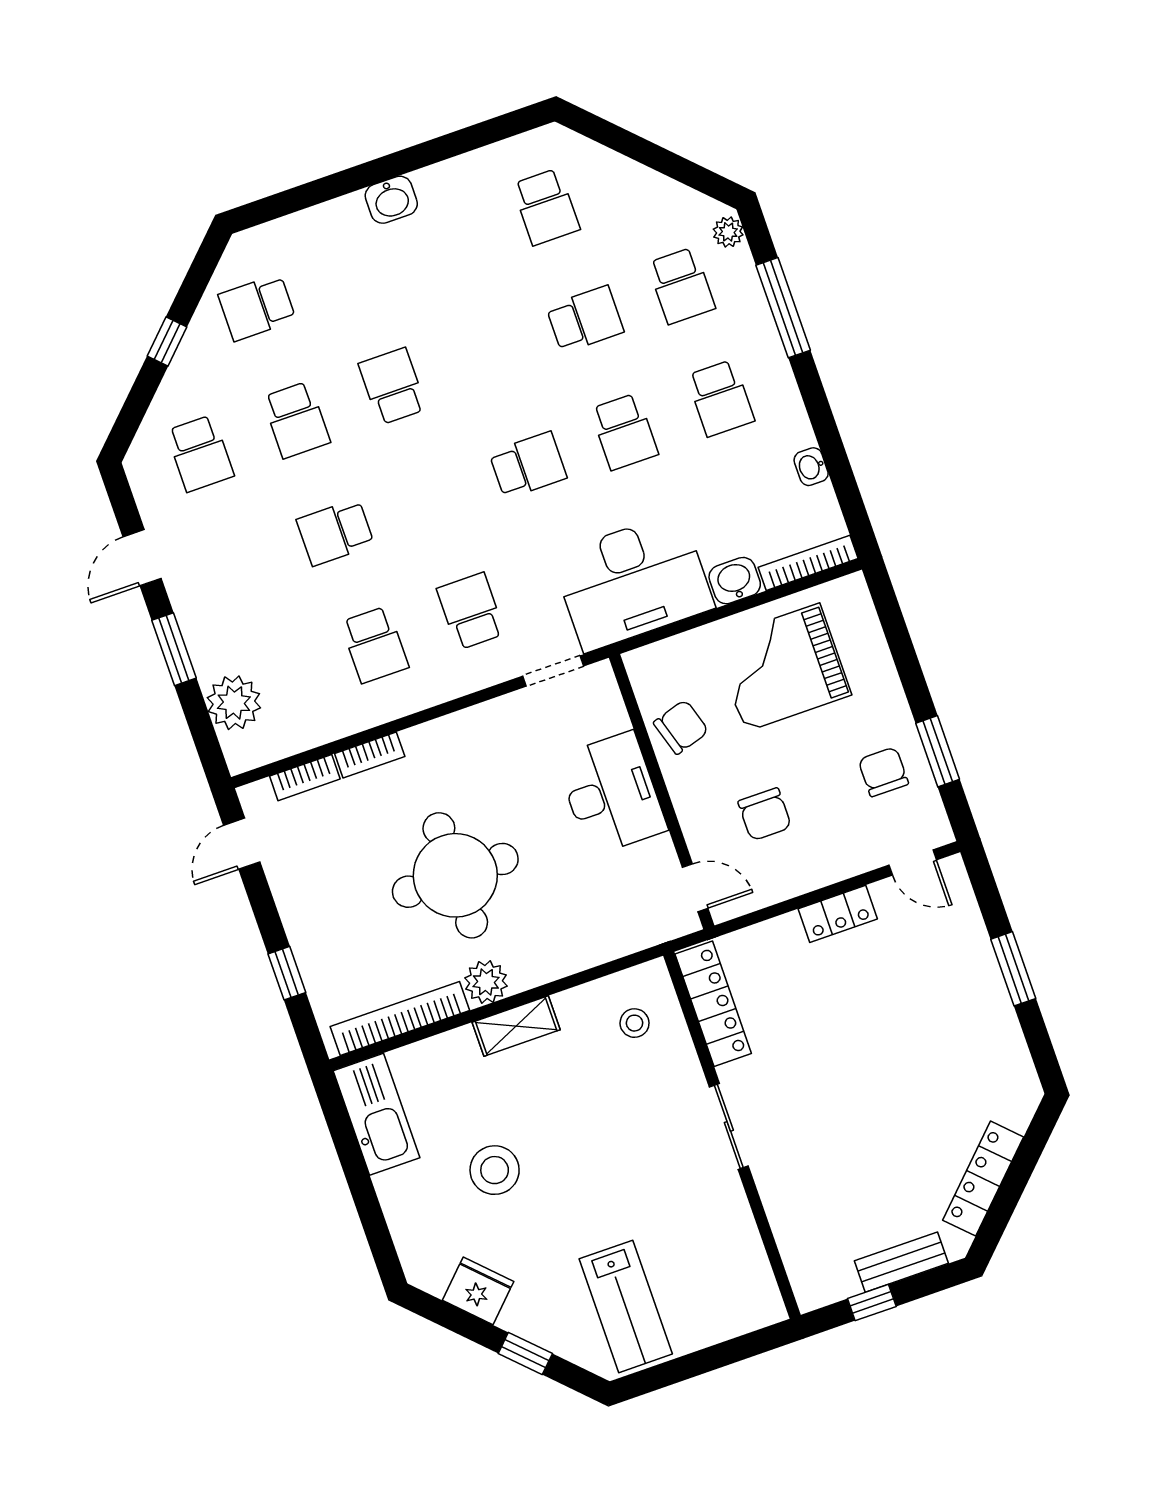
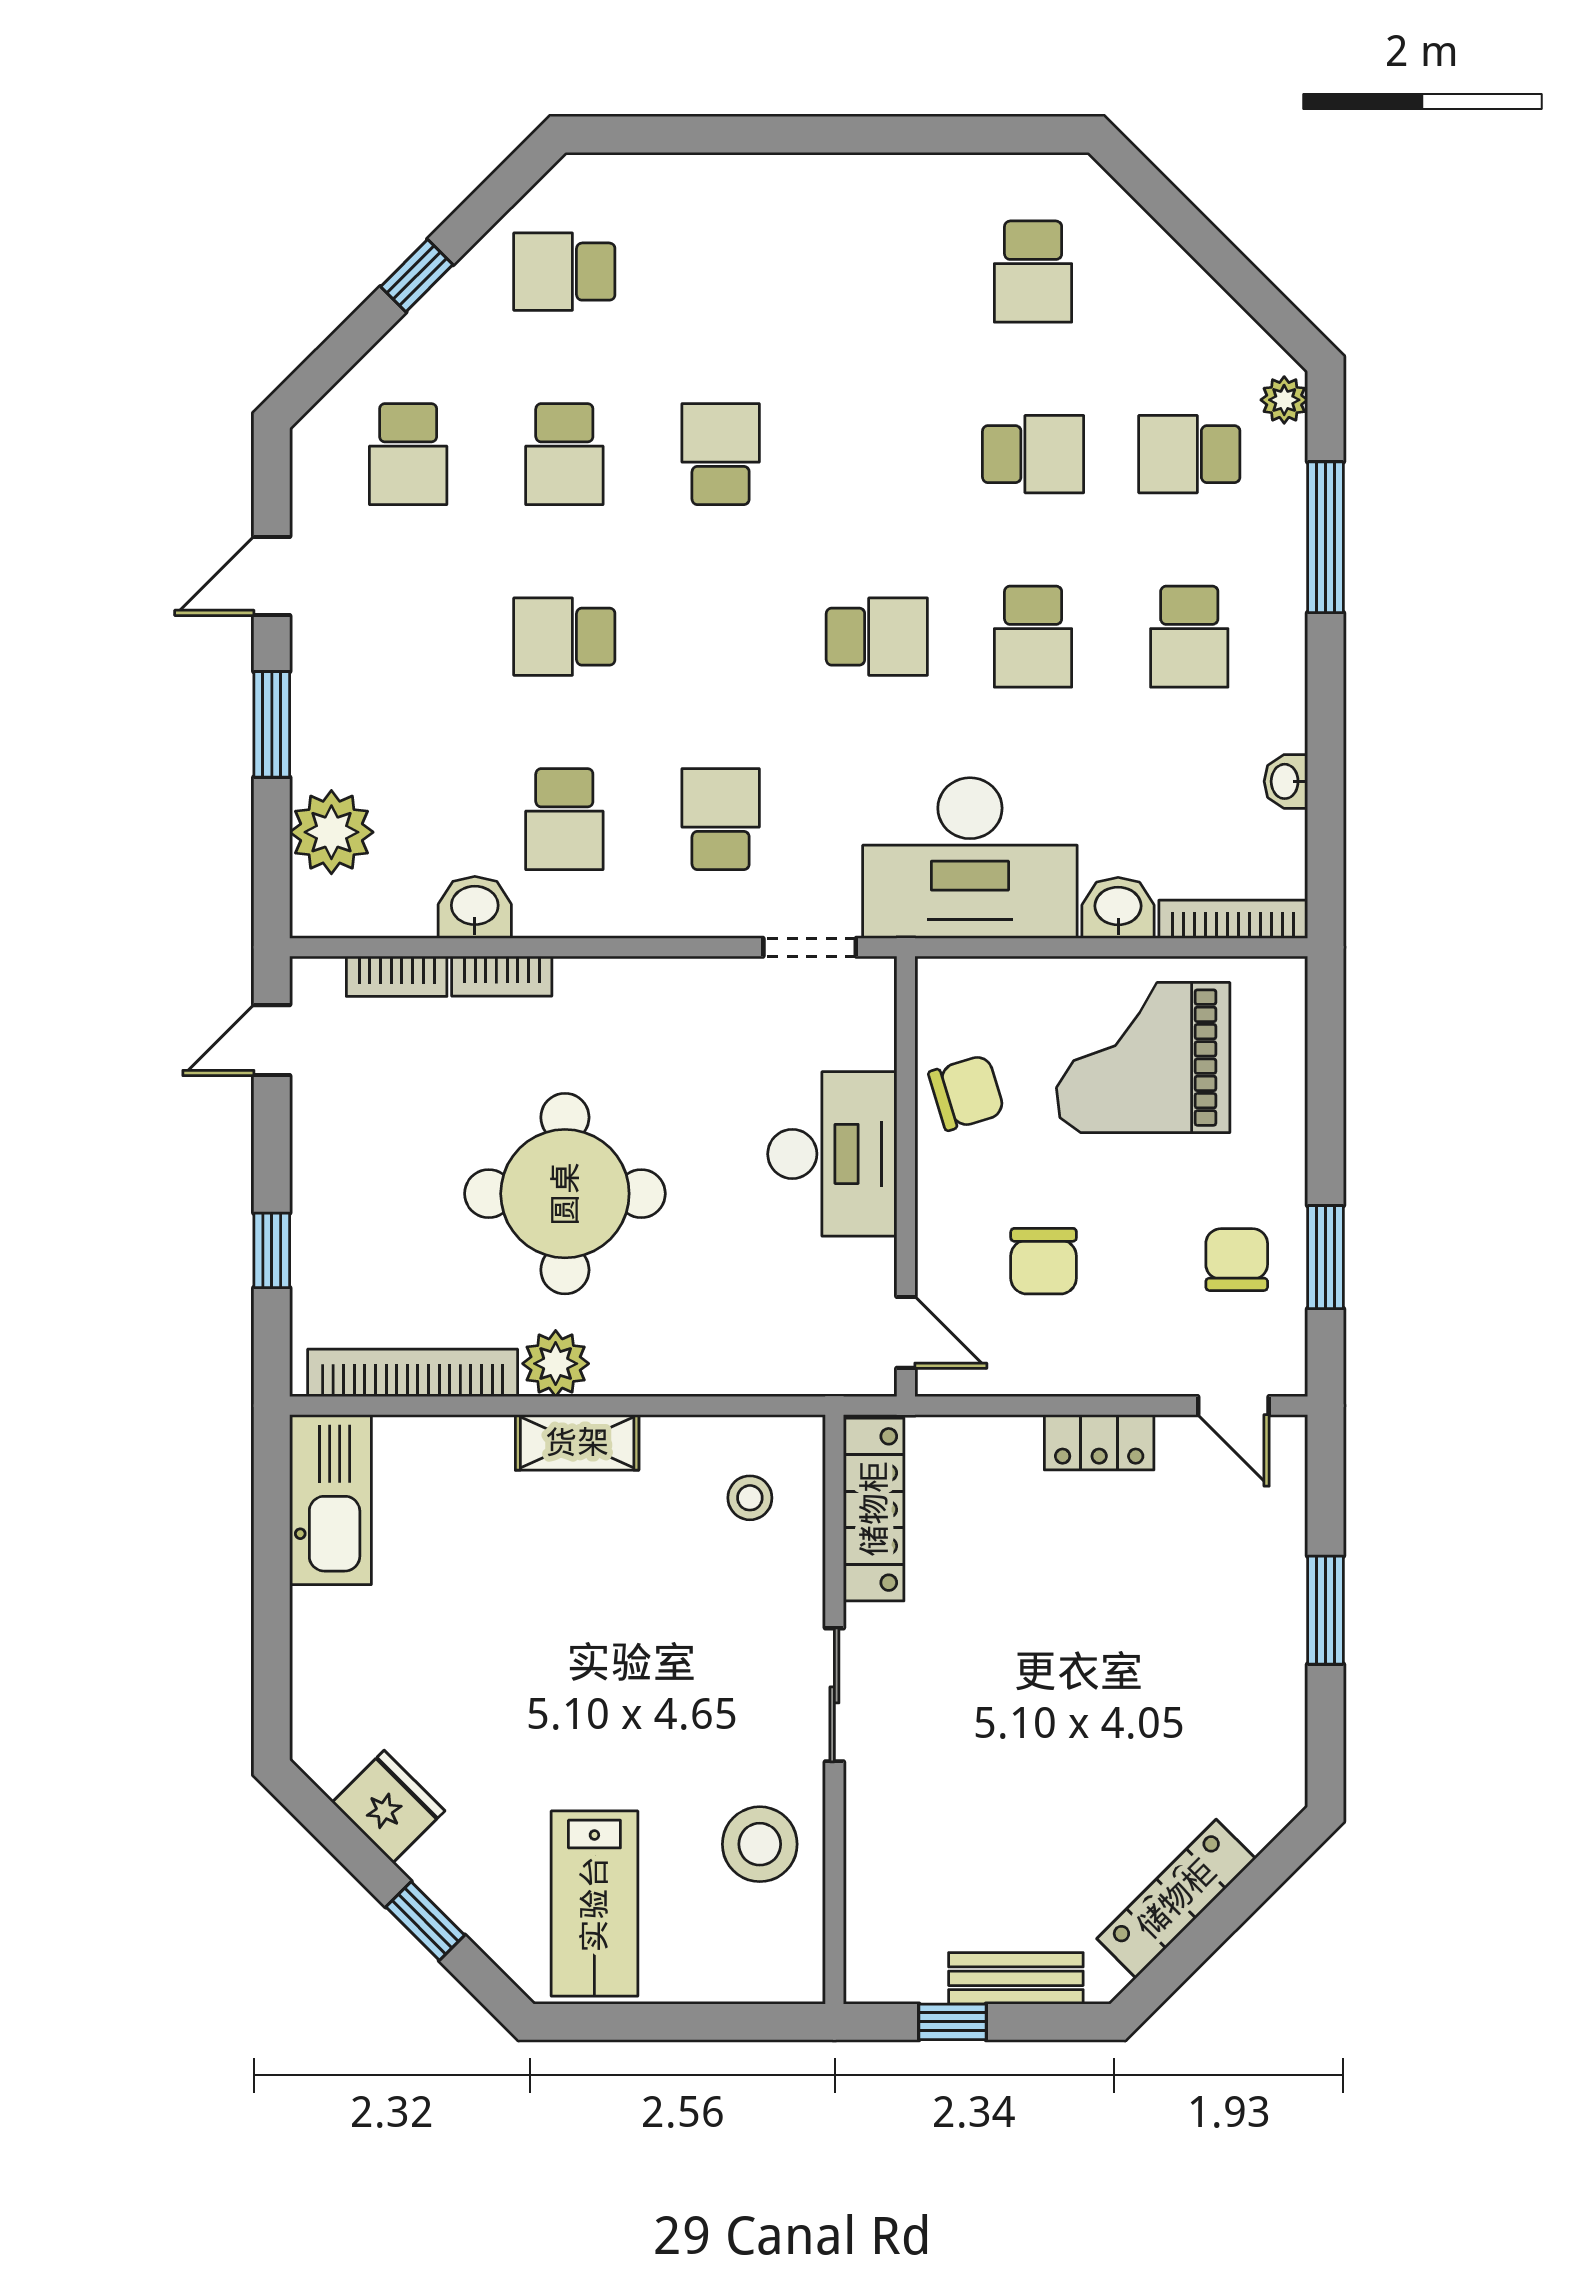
washbasin: (391, 200) -> (475, 907), moved, turned 180
school desk: (681, 286) -> (1189, 454), turned 90
stool: (495, 1170) -> (760, 1844), moved

